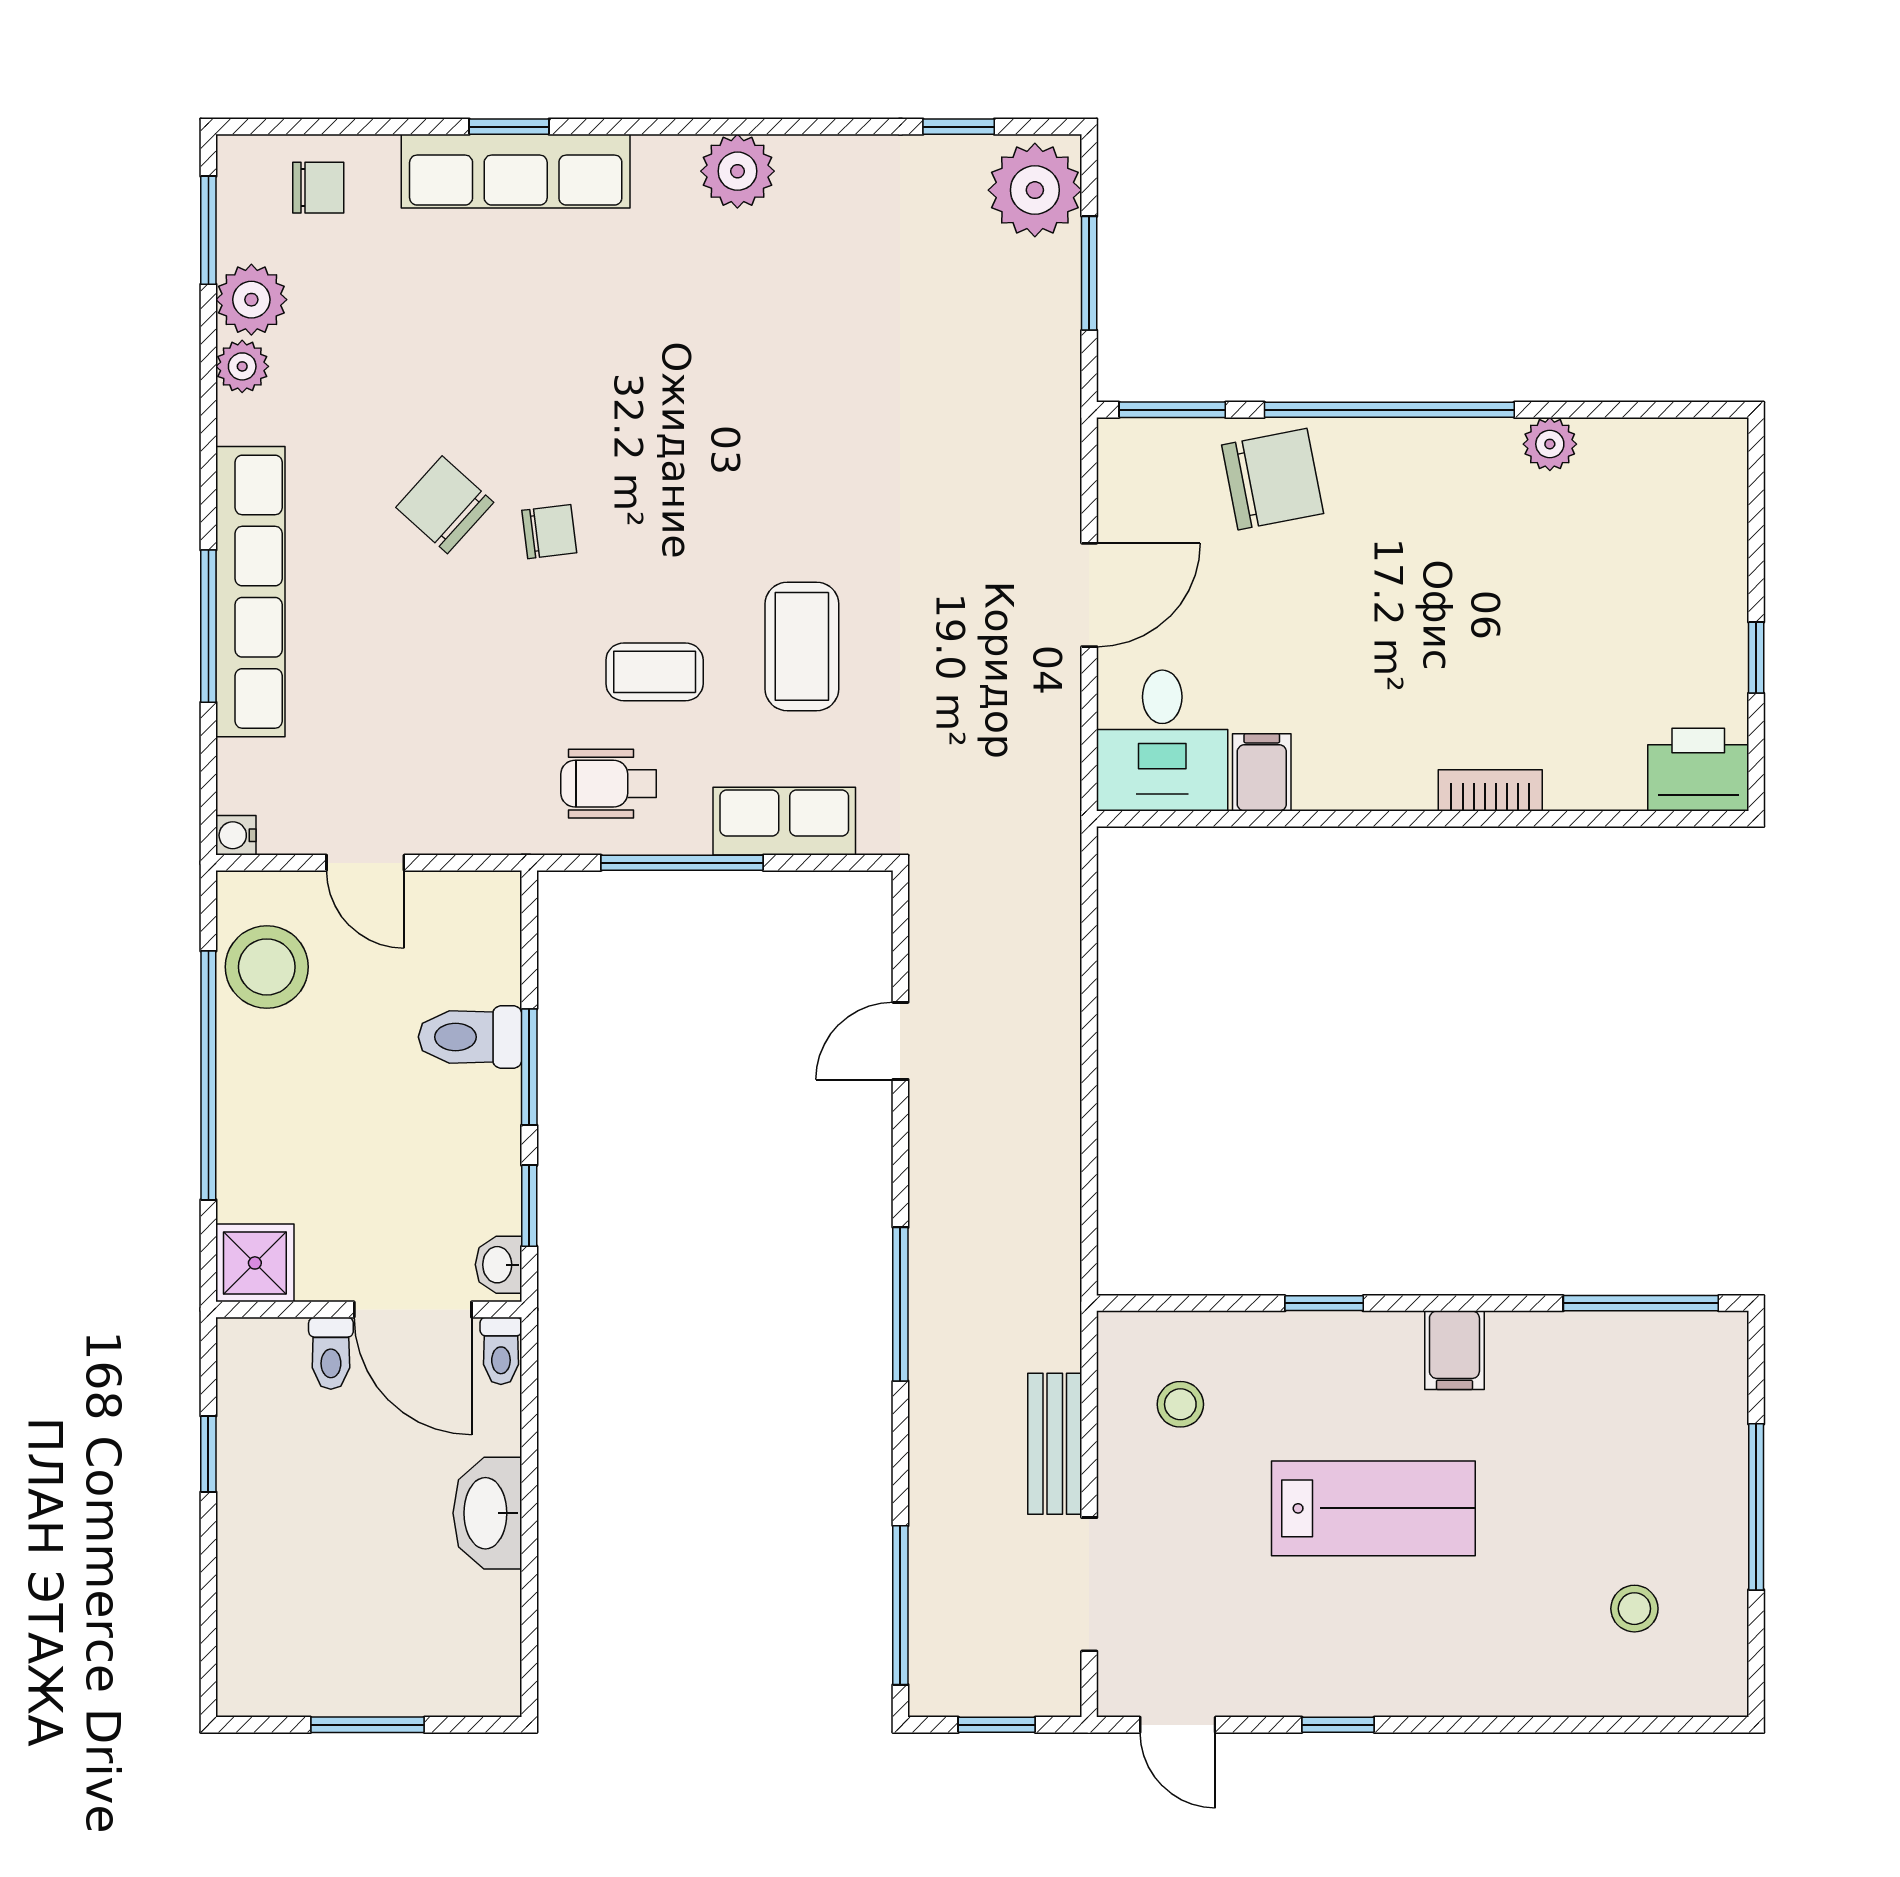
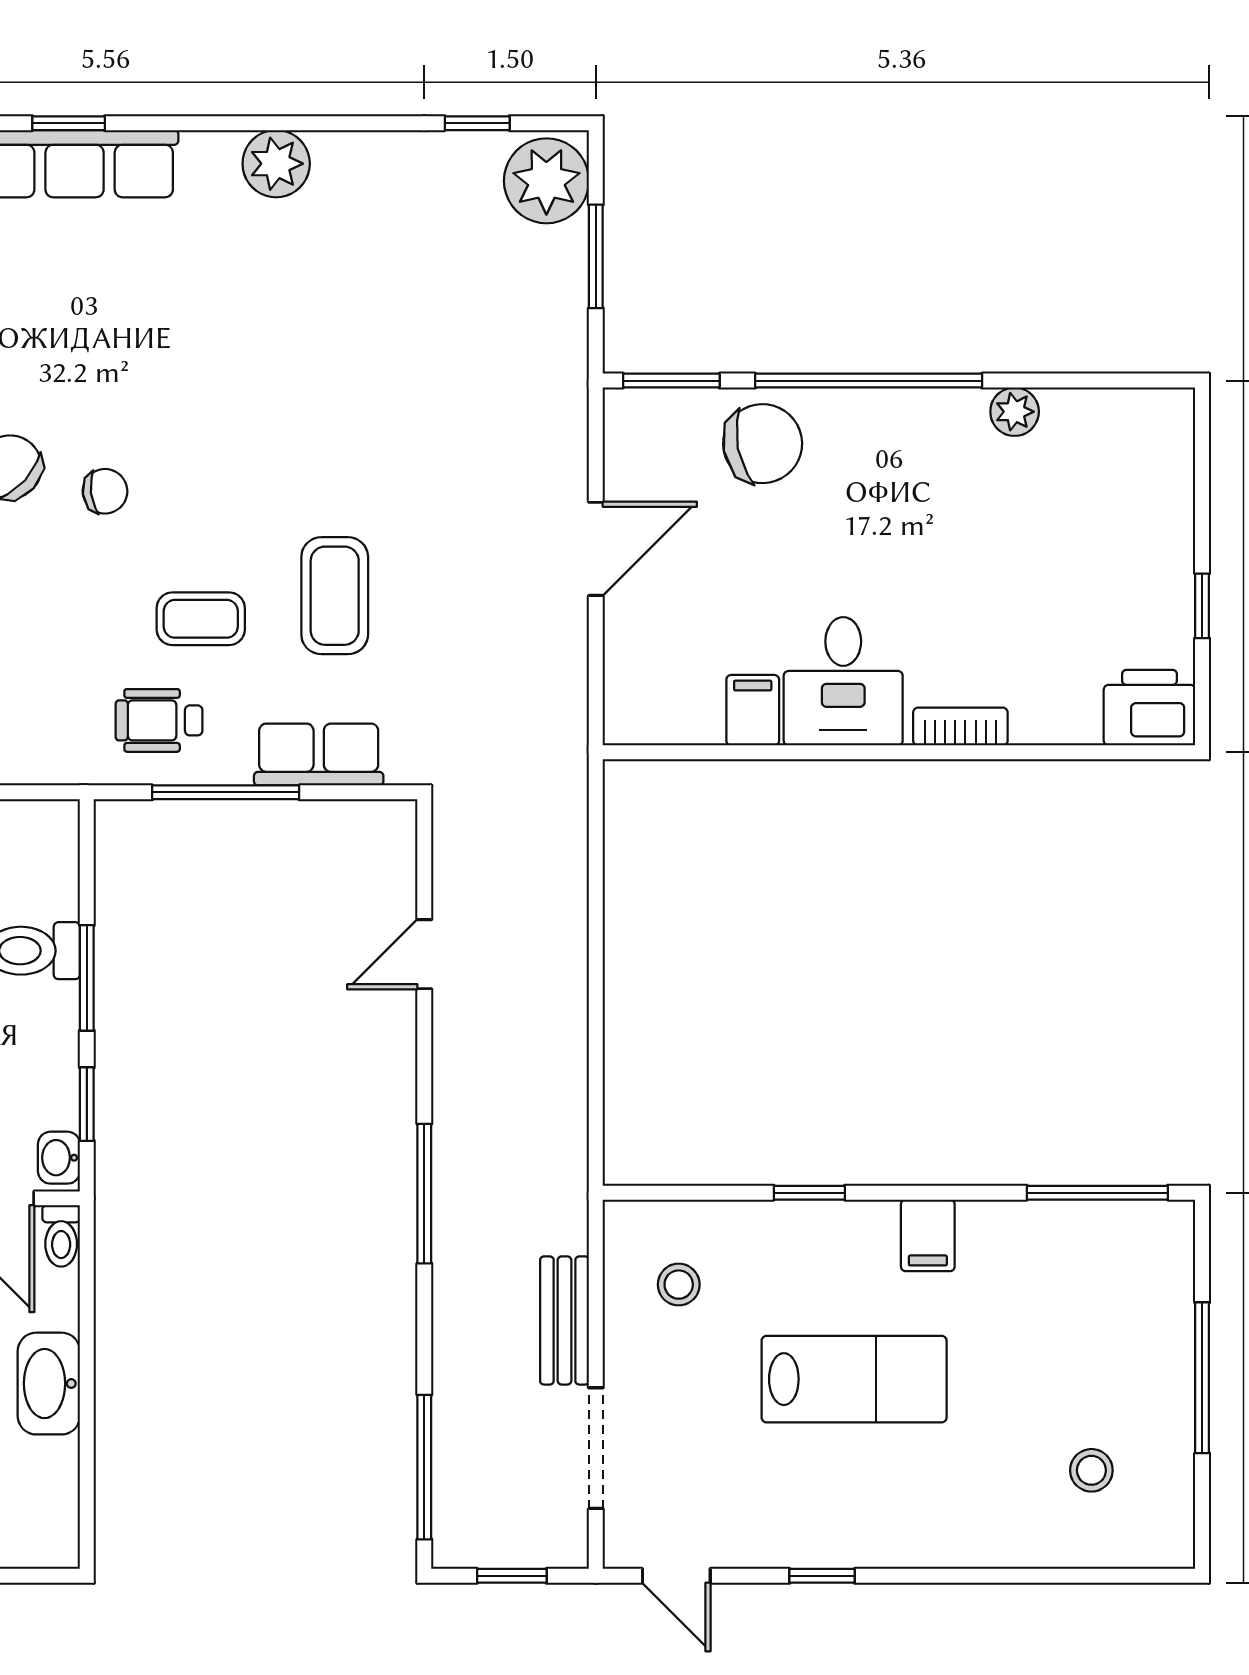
desk: (1162, 741) -> (843, 681), moved

